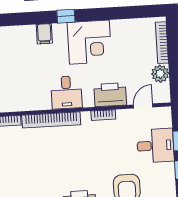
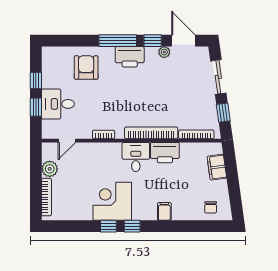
window: (92, 15) -> (108, 226), added
filing cabinet: (44, 34) -> (164, 211), moved
printer: (110, 95) -> (165, 153), moved

